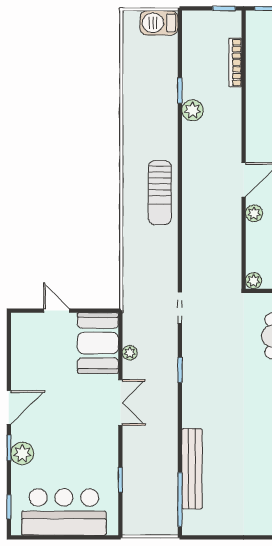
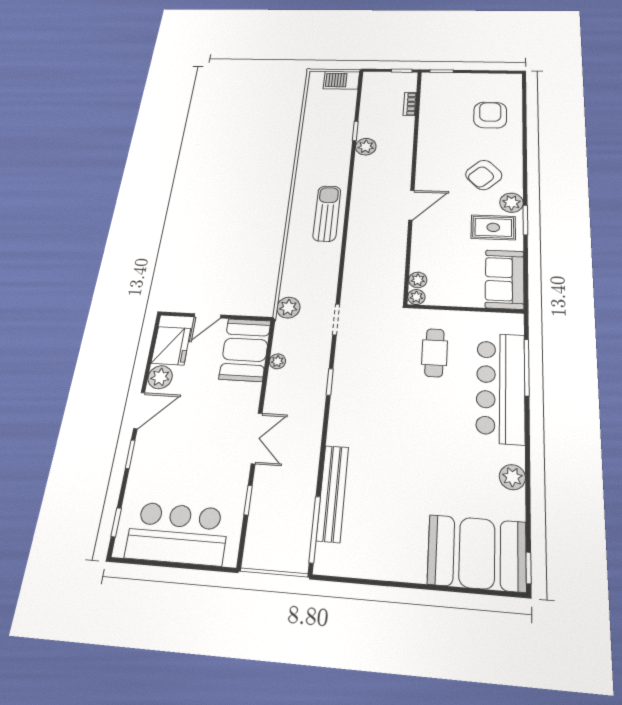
bookcase: (235, 63) -> (410, 104), width x0.64
sun lounger: (160, 193) -> (327, 213), turned 180
plant: (254, 213) -> (418, 280), moved
plant: (133, 298) -> (288, 308), added
door: (57, 311) -> (207, 316), swing flipped
fridge: (27, 343) -> (171, 346), added
double door: (120, 403) -> (257, 438), moved
plant: (22, 453) -> (160, 377), moved

